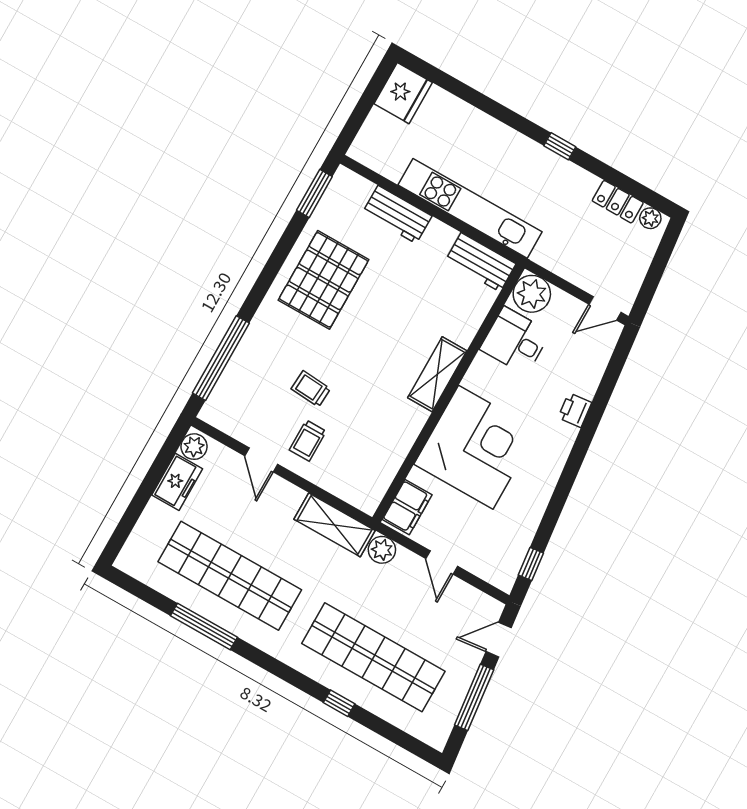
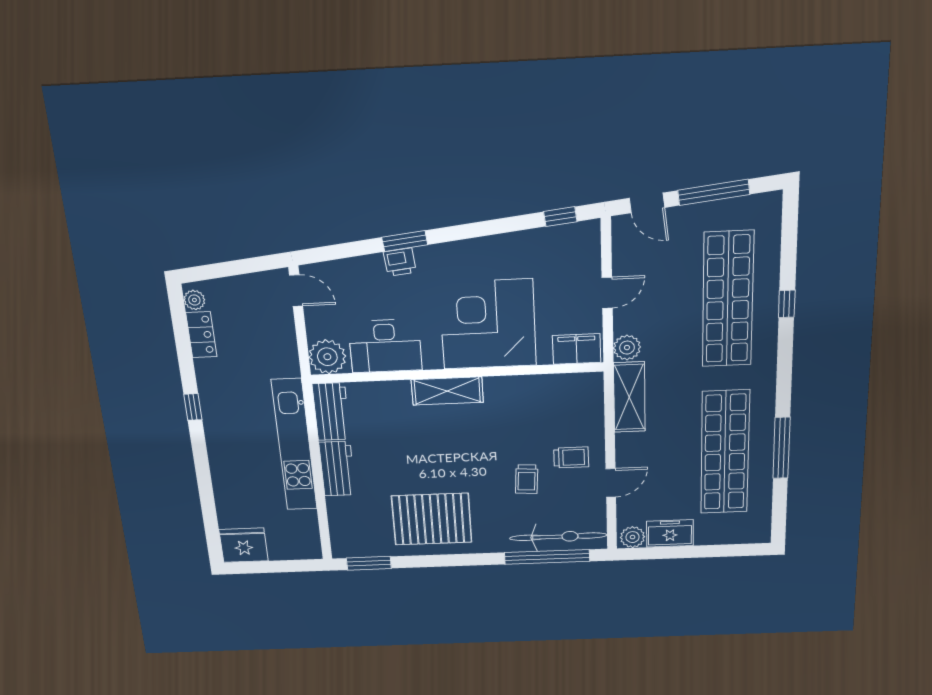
workbench: (397, 214) -> (337, 469), moved
desk: (515, 341) -> (385, 346), width x1.37
bicycle: (236, 381) -> (558, 537), added
window: (590, 426) -> (405, 241), added

